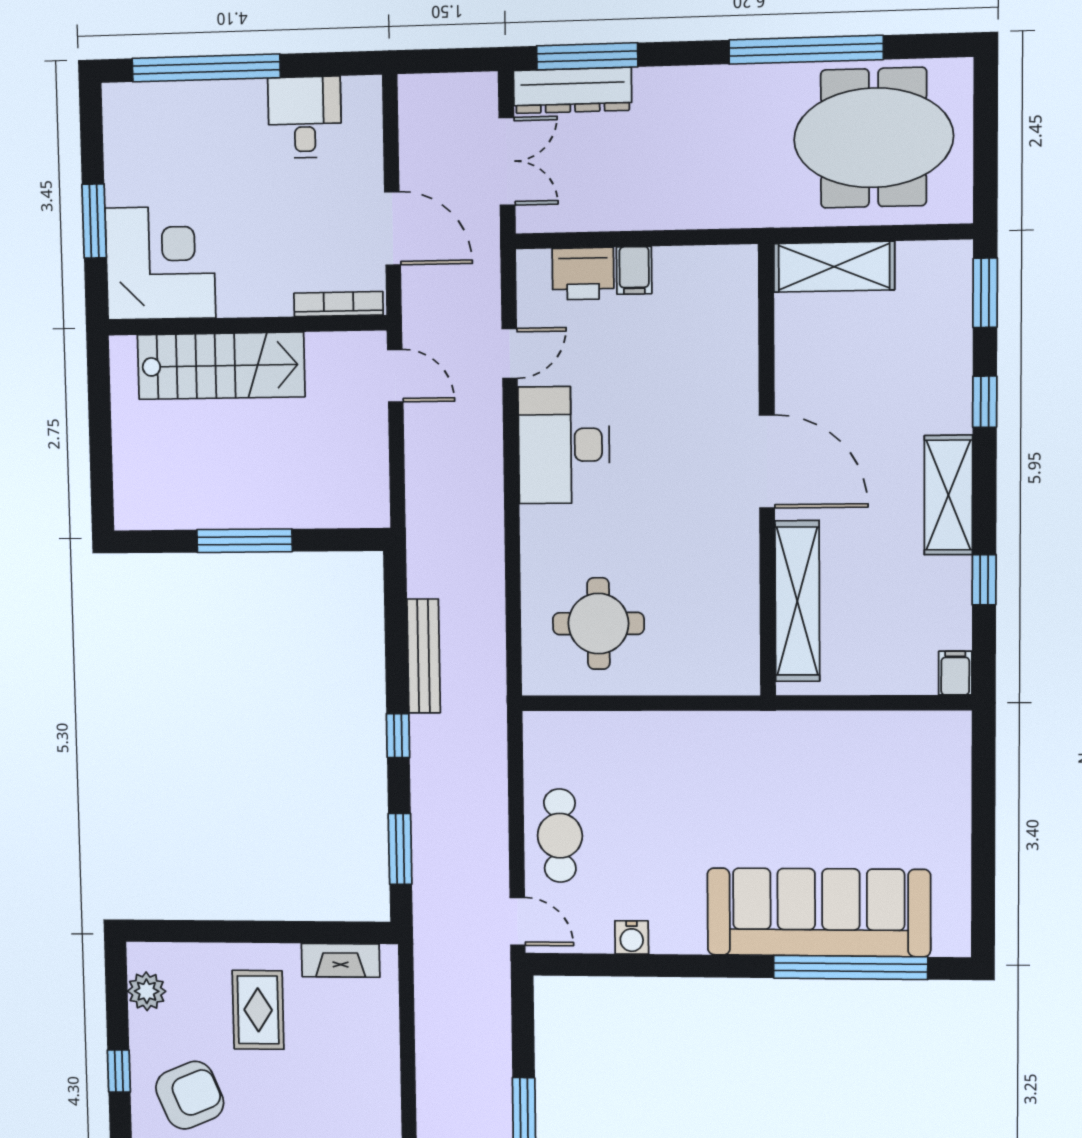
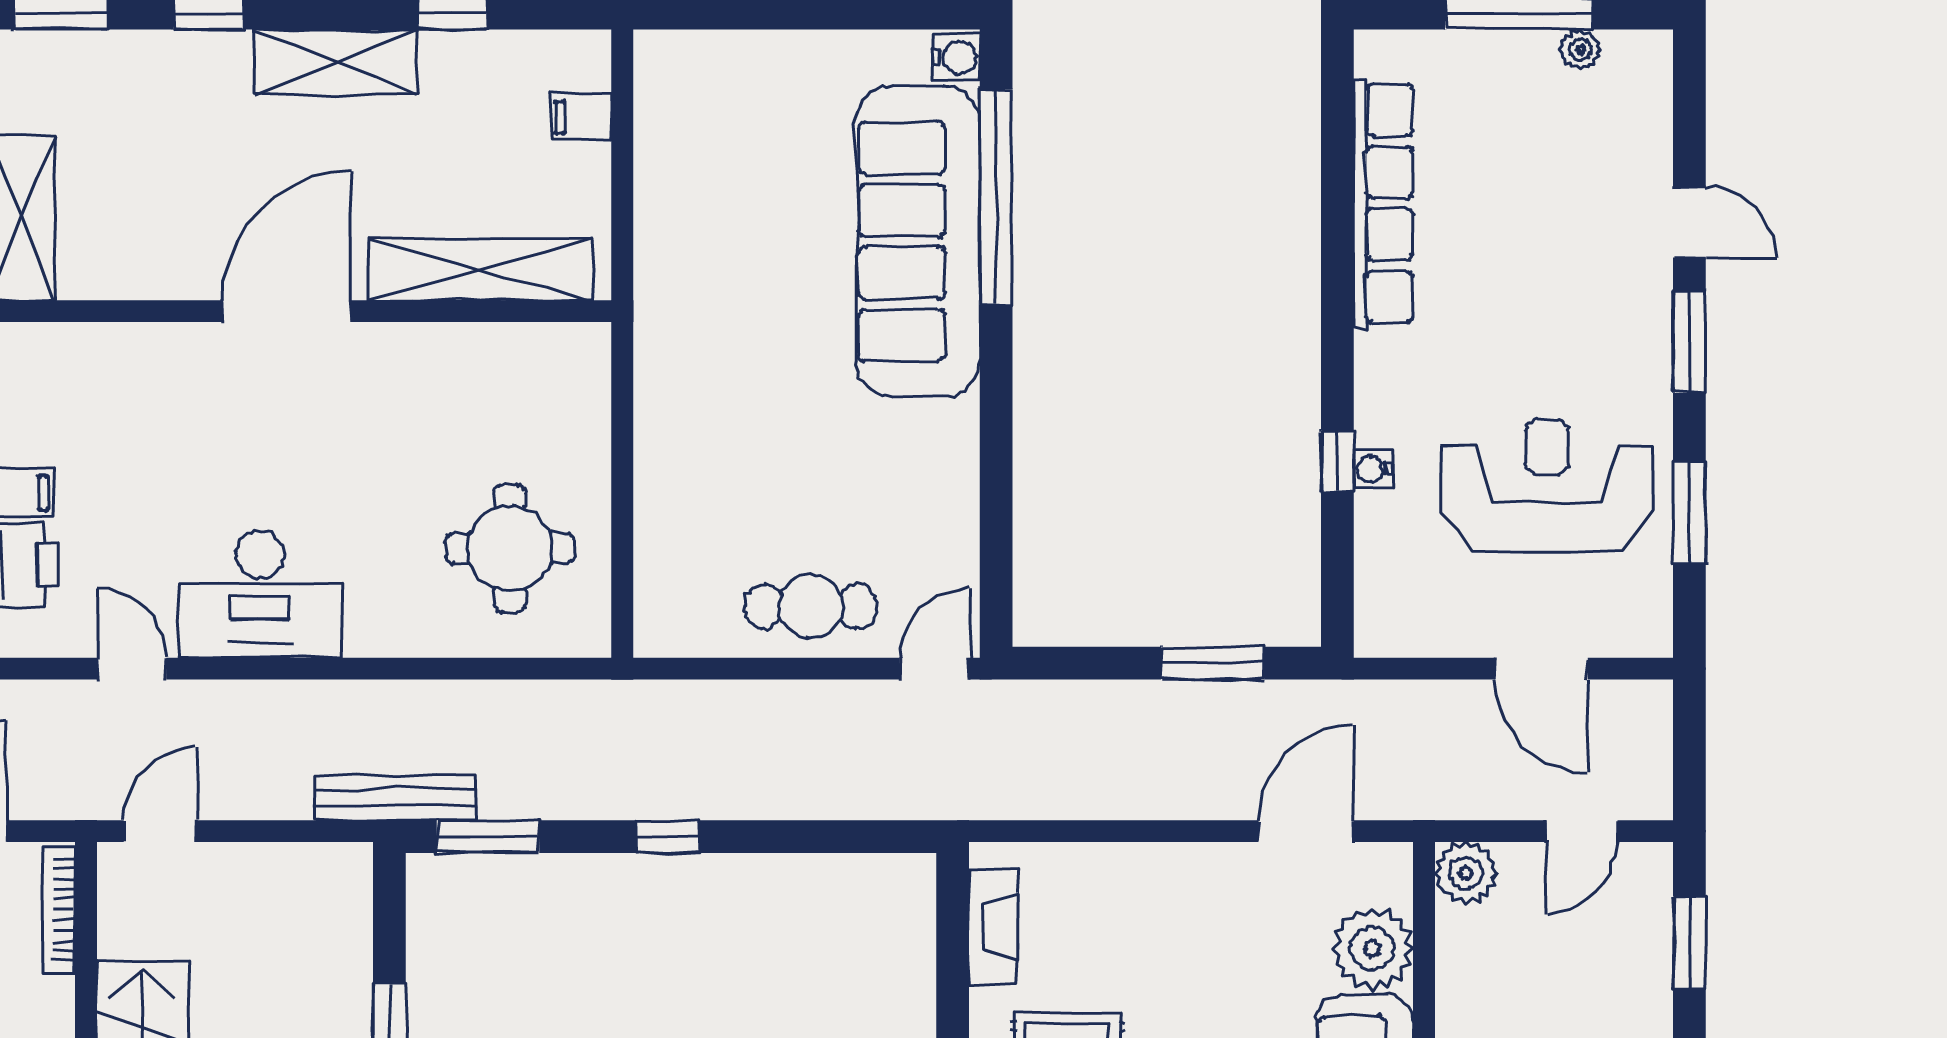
bench: (424, 656) -> (396, 798), moved
filing cabinet: (955, 673) -> (581, 117), moved
window: (400, 849) -> (488, 837), moved
water cooler: (632, 937) -> (956, 57), moved

